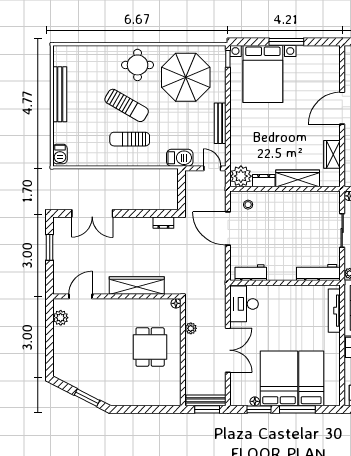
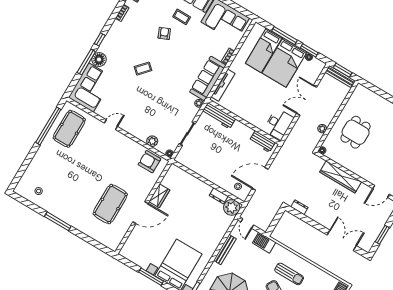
wardrobe: (332, 154) -> (159, 196), moved
wardrobe: (298, 178) -> (196, 184), removed
door: (228, 229) -> (260, 179), swing flipped

